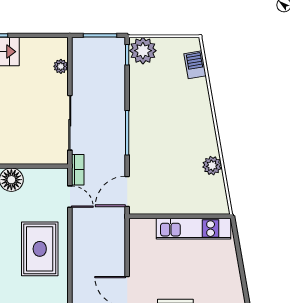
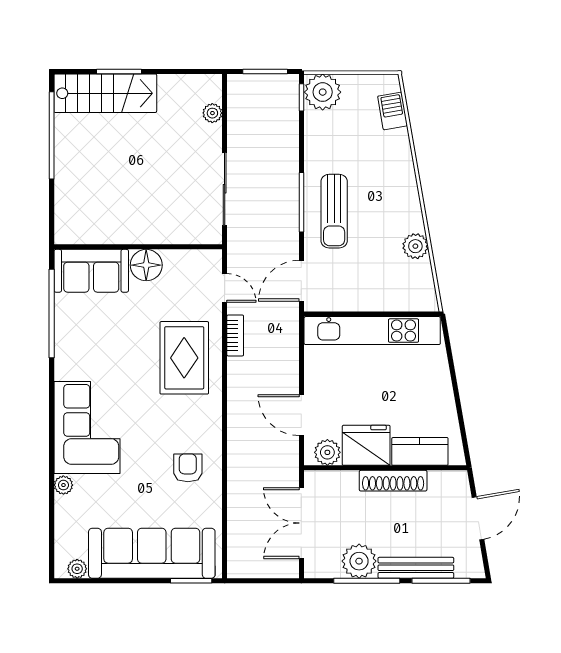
sun lounger: (151, 139) -> (334, 211), added
bookcase: (78, 170) -> (235, 335), moved
kitchen unit: (193, 229) -> (372, 331), width x1.36

